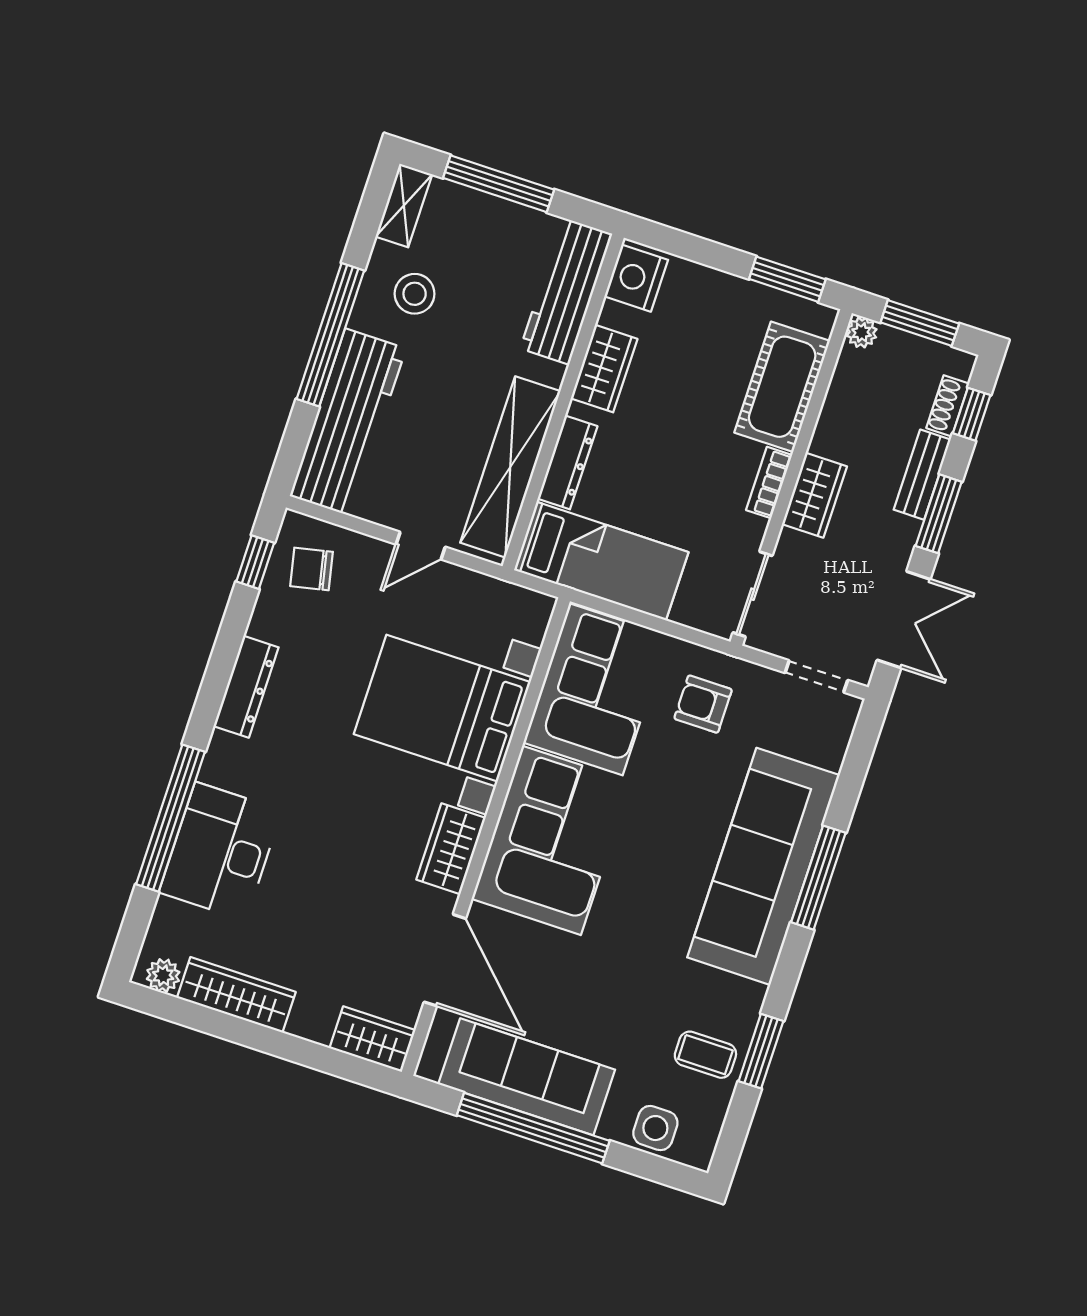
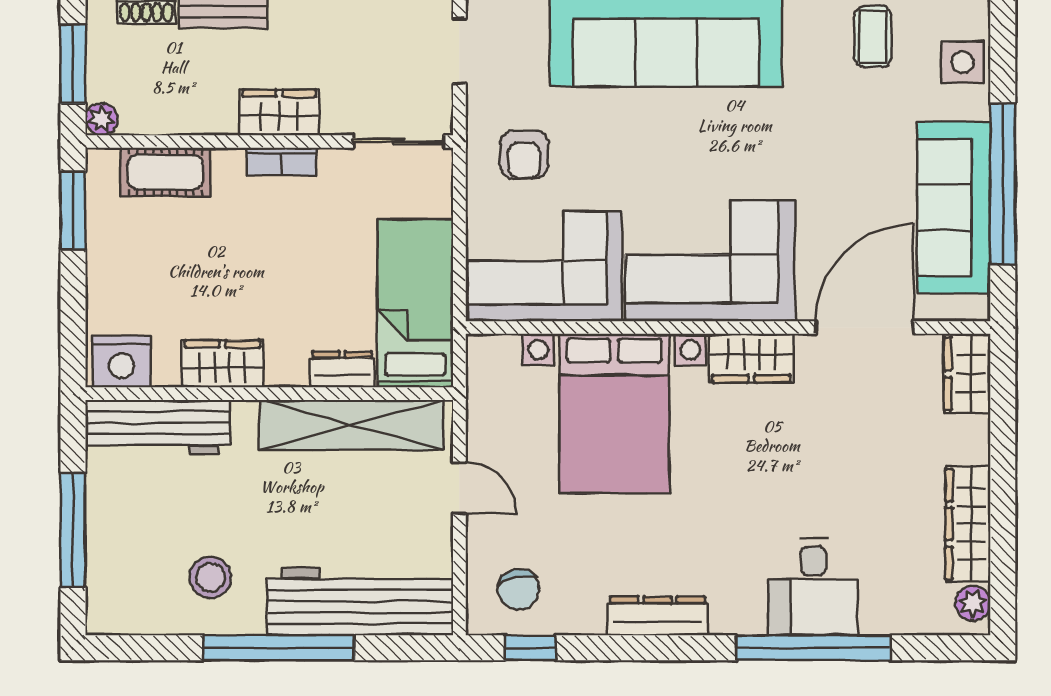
shelving: (404, 205) -> (126, 617), removed
cot: (782, 387) -> (165, 172), width x0.73, depth x0.75
dresser: (567, 462) -> (342, 369), width x0.70
desk: (220, 851) -> (813, 587), width x0.73

